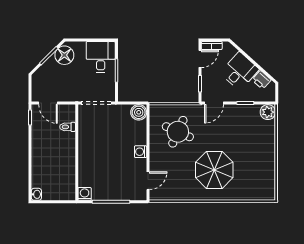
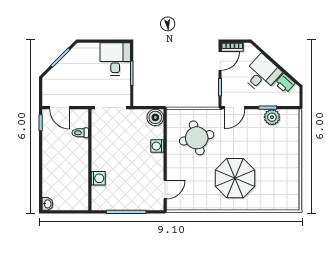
floor lamp: (64, 55) -> (77, 57), removed
plant: (268, 112) -> (272, 117), moved
round table: (178, 132) -> (197, 138), turned -38
washing machine: (141, 152) -> (157, 146), moved
washing machine: (85, 194) -> (98, 178), moved, turned 90

